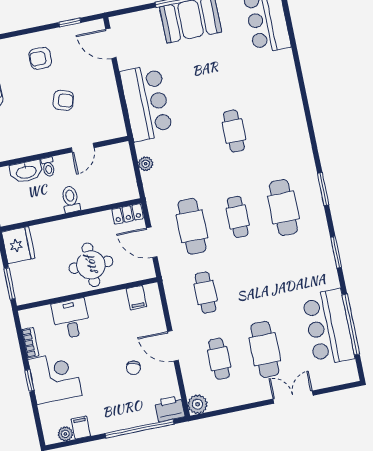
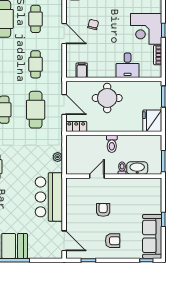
armchair: (63, 100) -> (103, 210), turned 72

